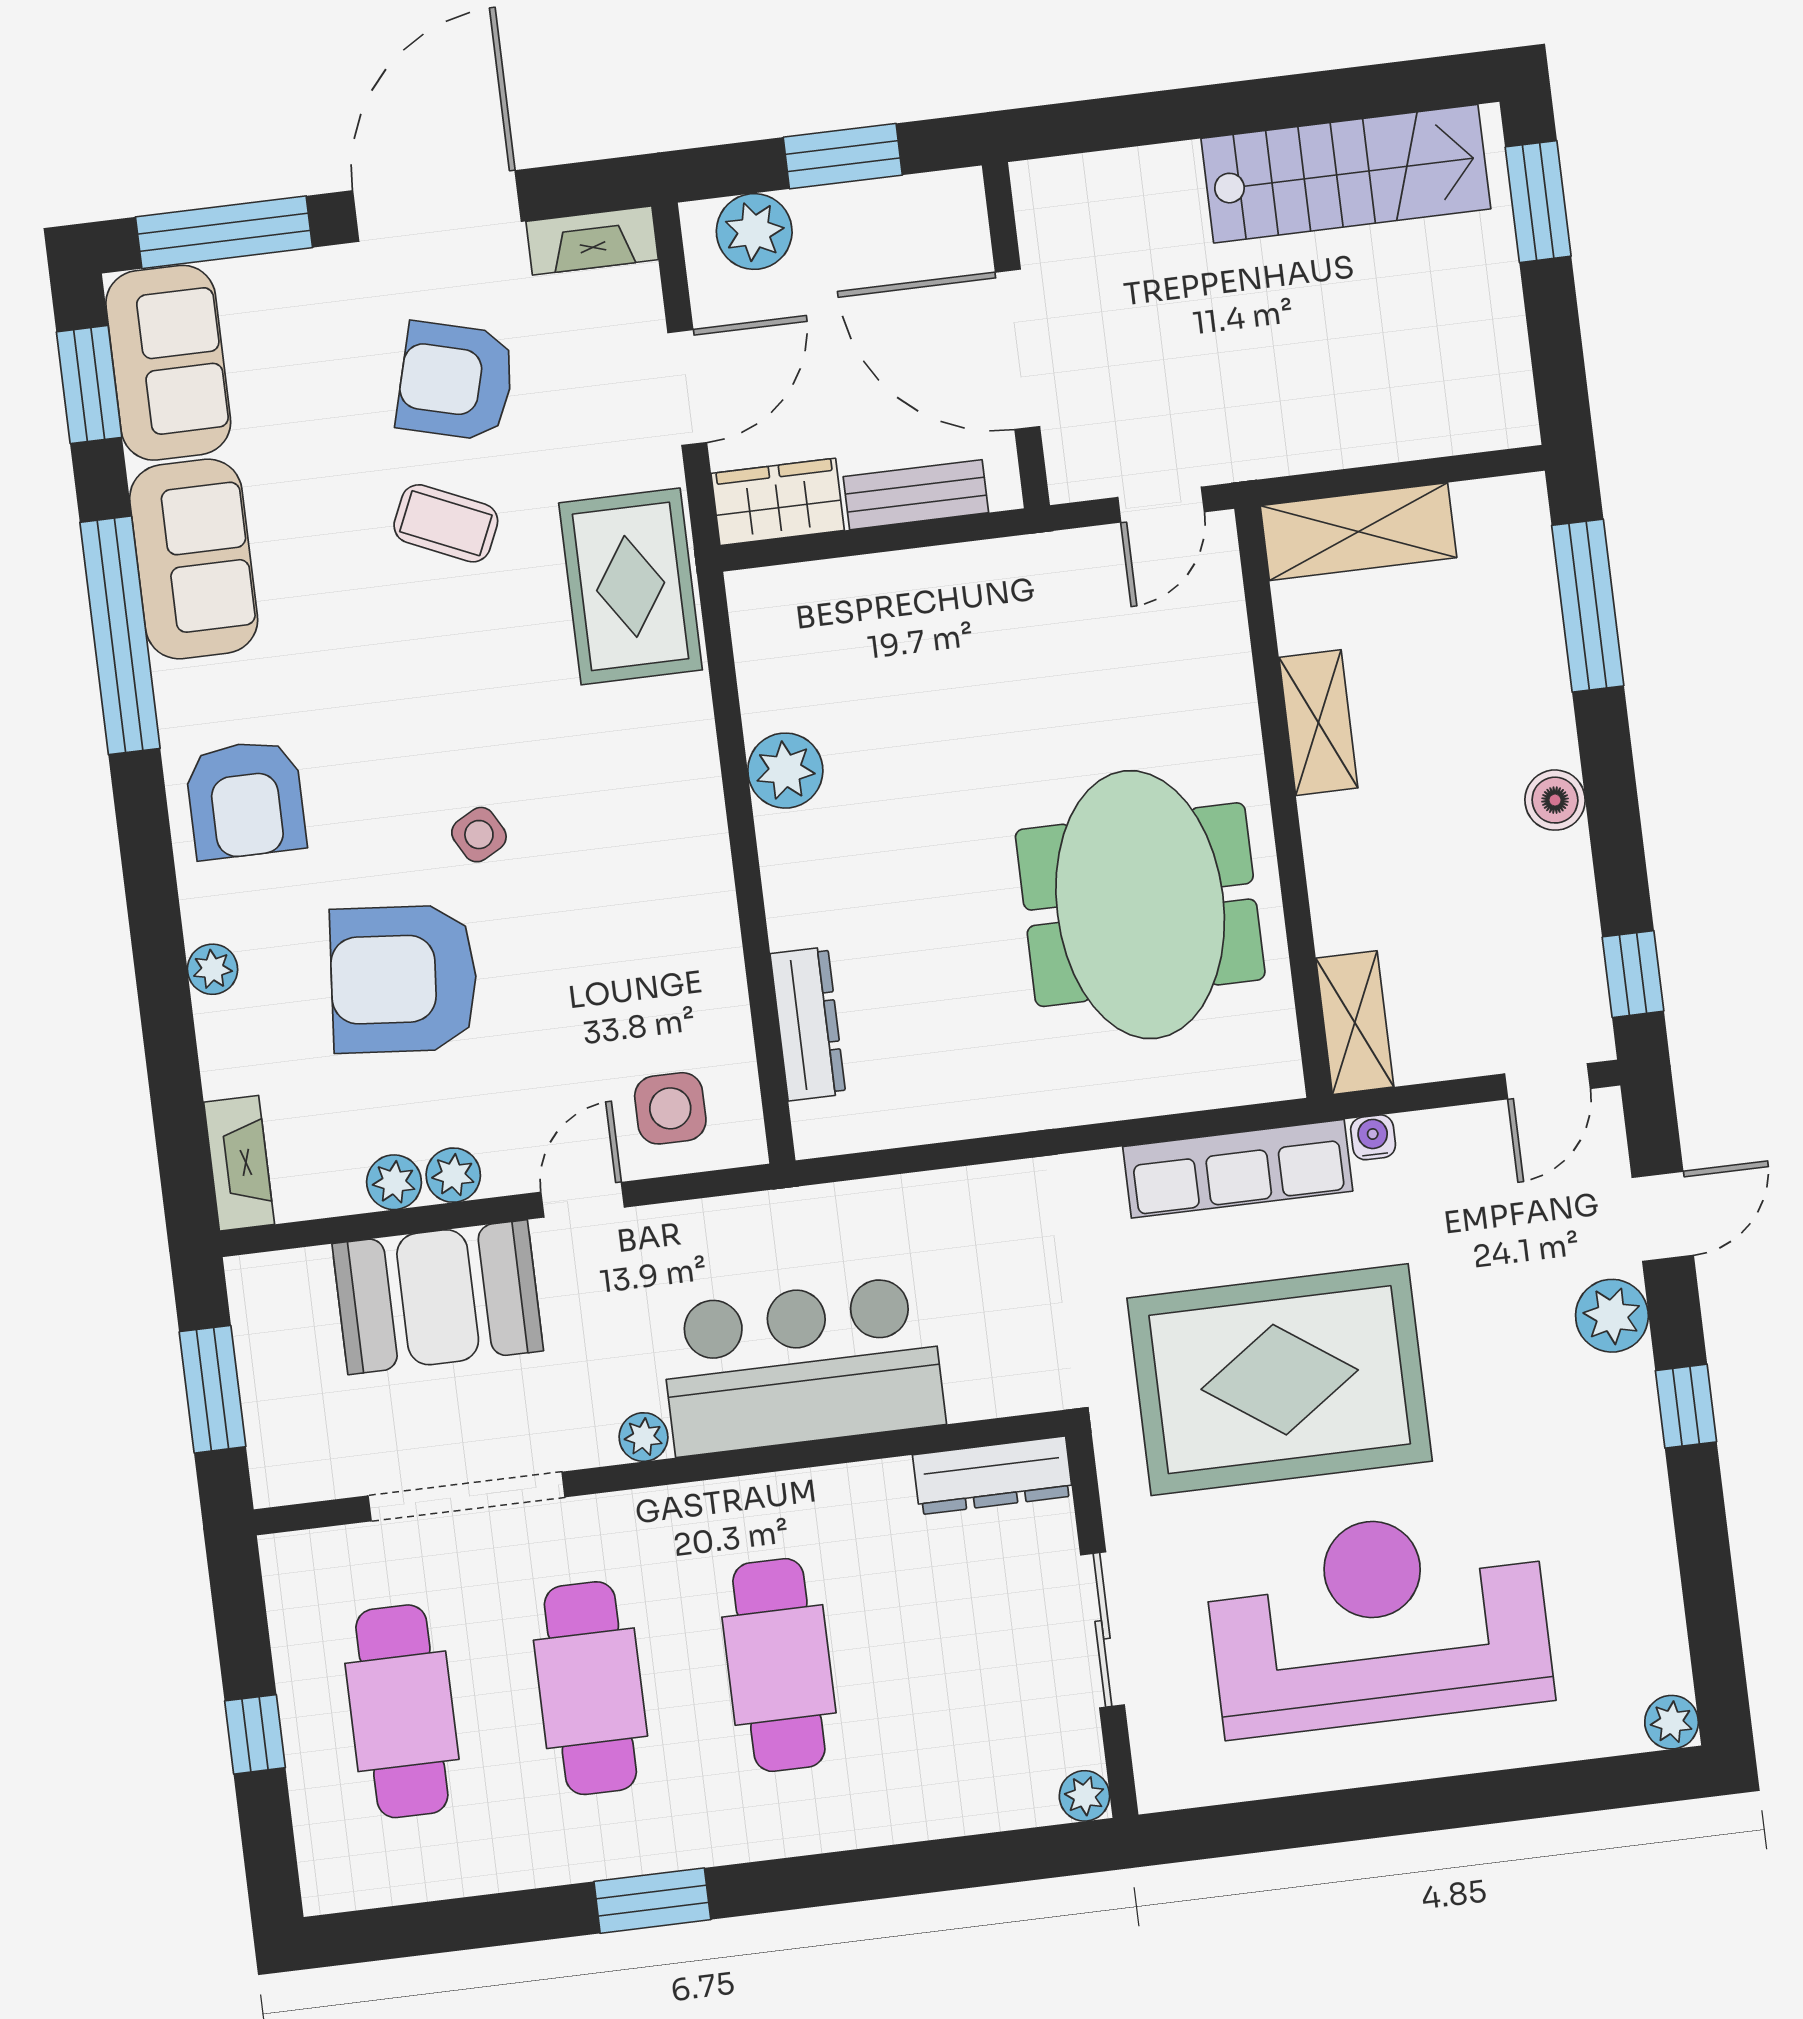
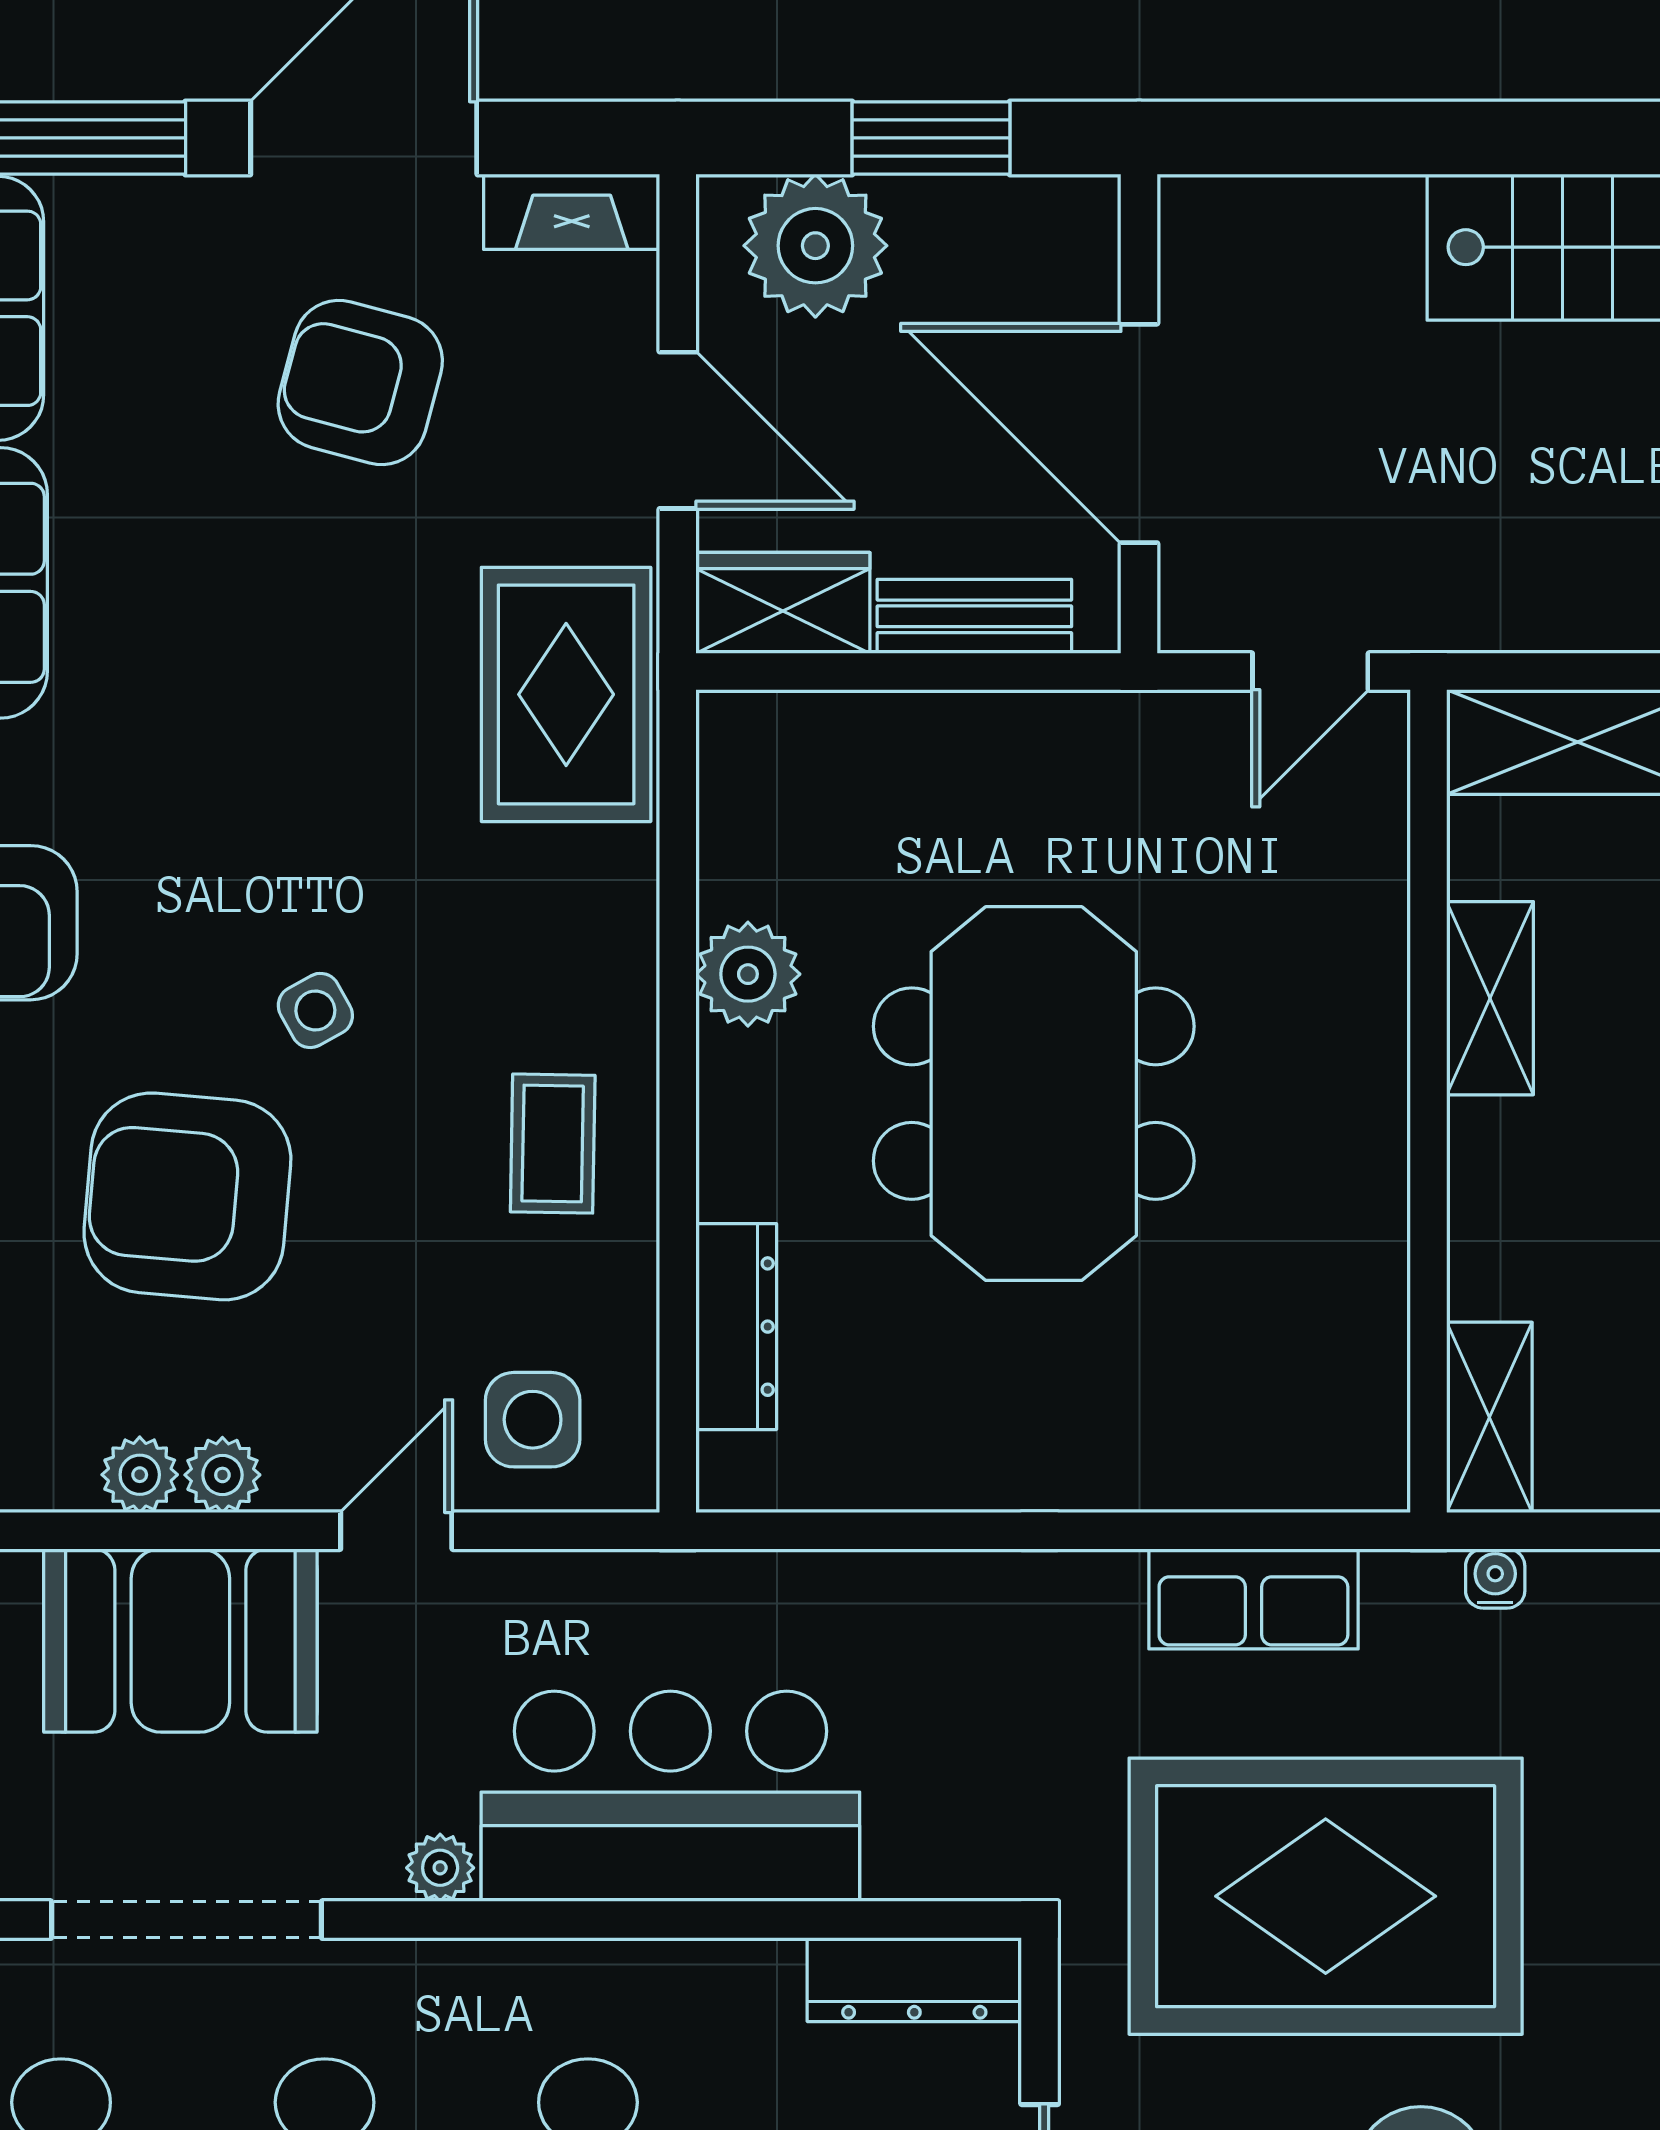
plant: (754, 231) -> (815, 246), width x1.36, depth x1.36
door: (687, 388) -> (678, 430), hinge flipped
coffee table: (446, 523) -> (553, 1144), moved, turned 67
meeting table: (1140, 905) -> (1034, 1094), moved
row of seats: (1238, 1169) -> (1253, 1599), width x0.68

